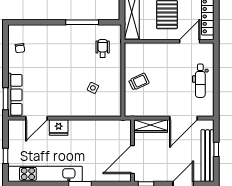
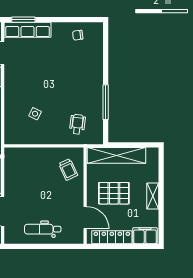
wheelchair: (103, 48) -> (77, 124), turned -83
trolley: (139, 82) -> (68, 169), moved

